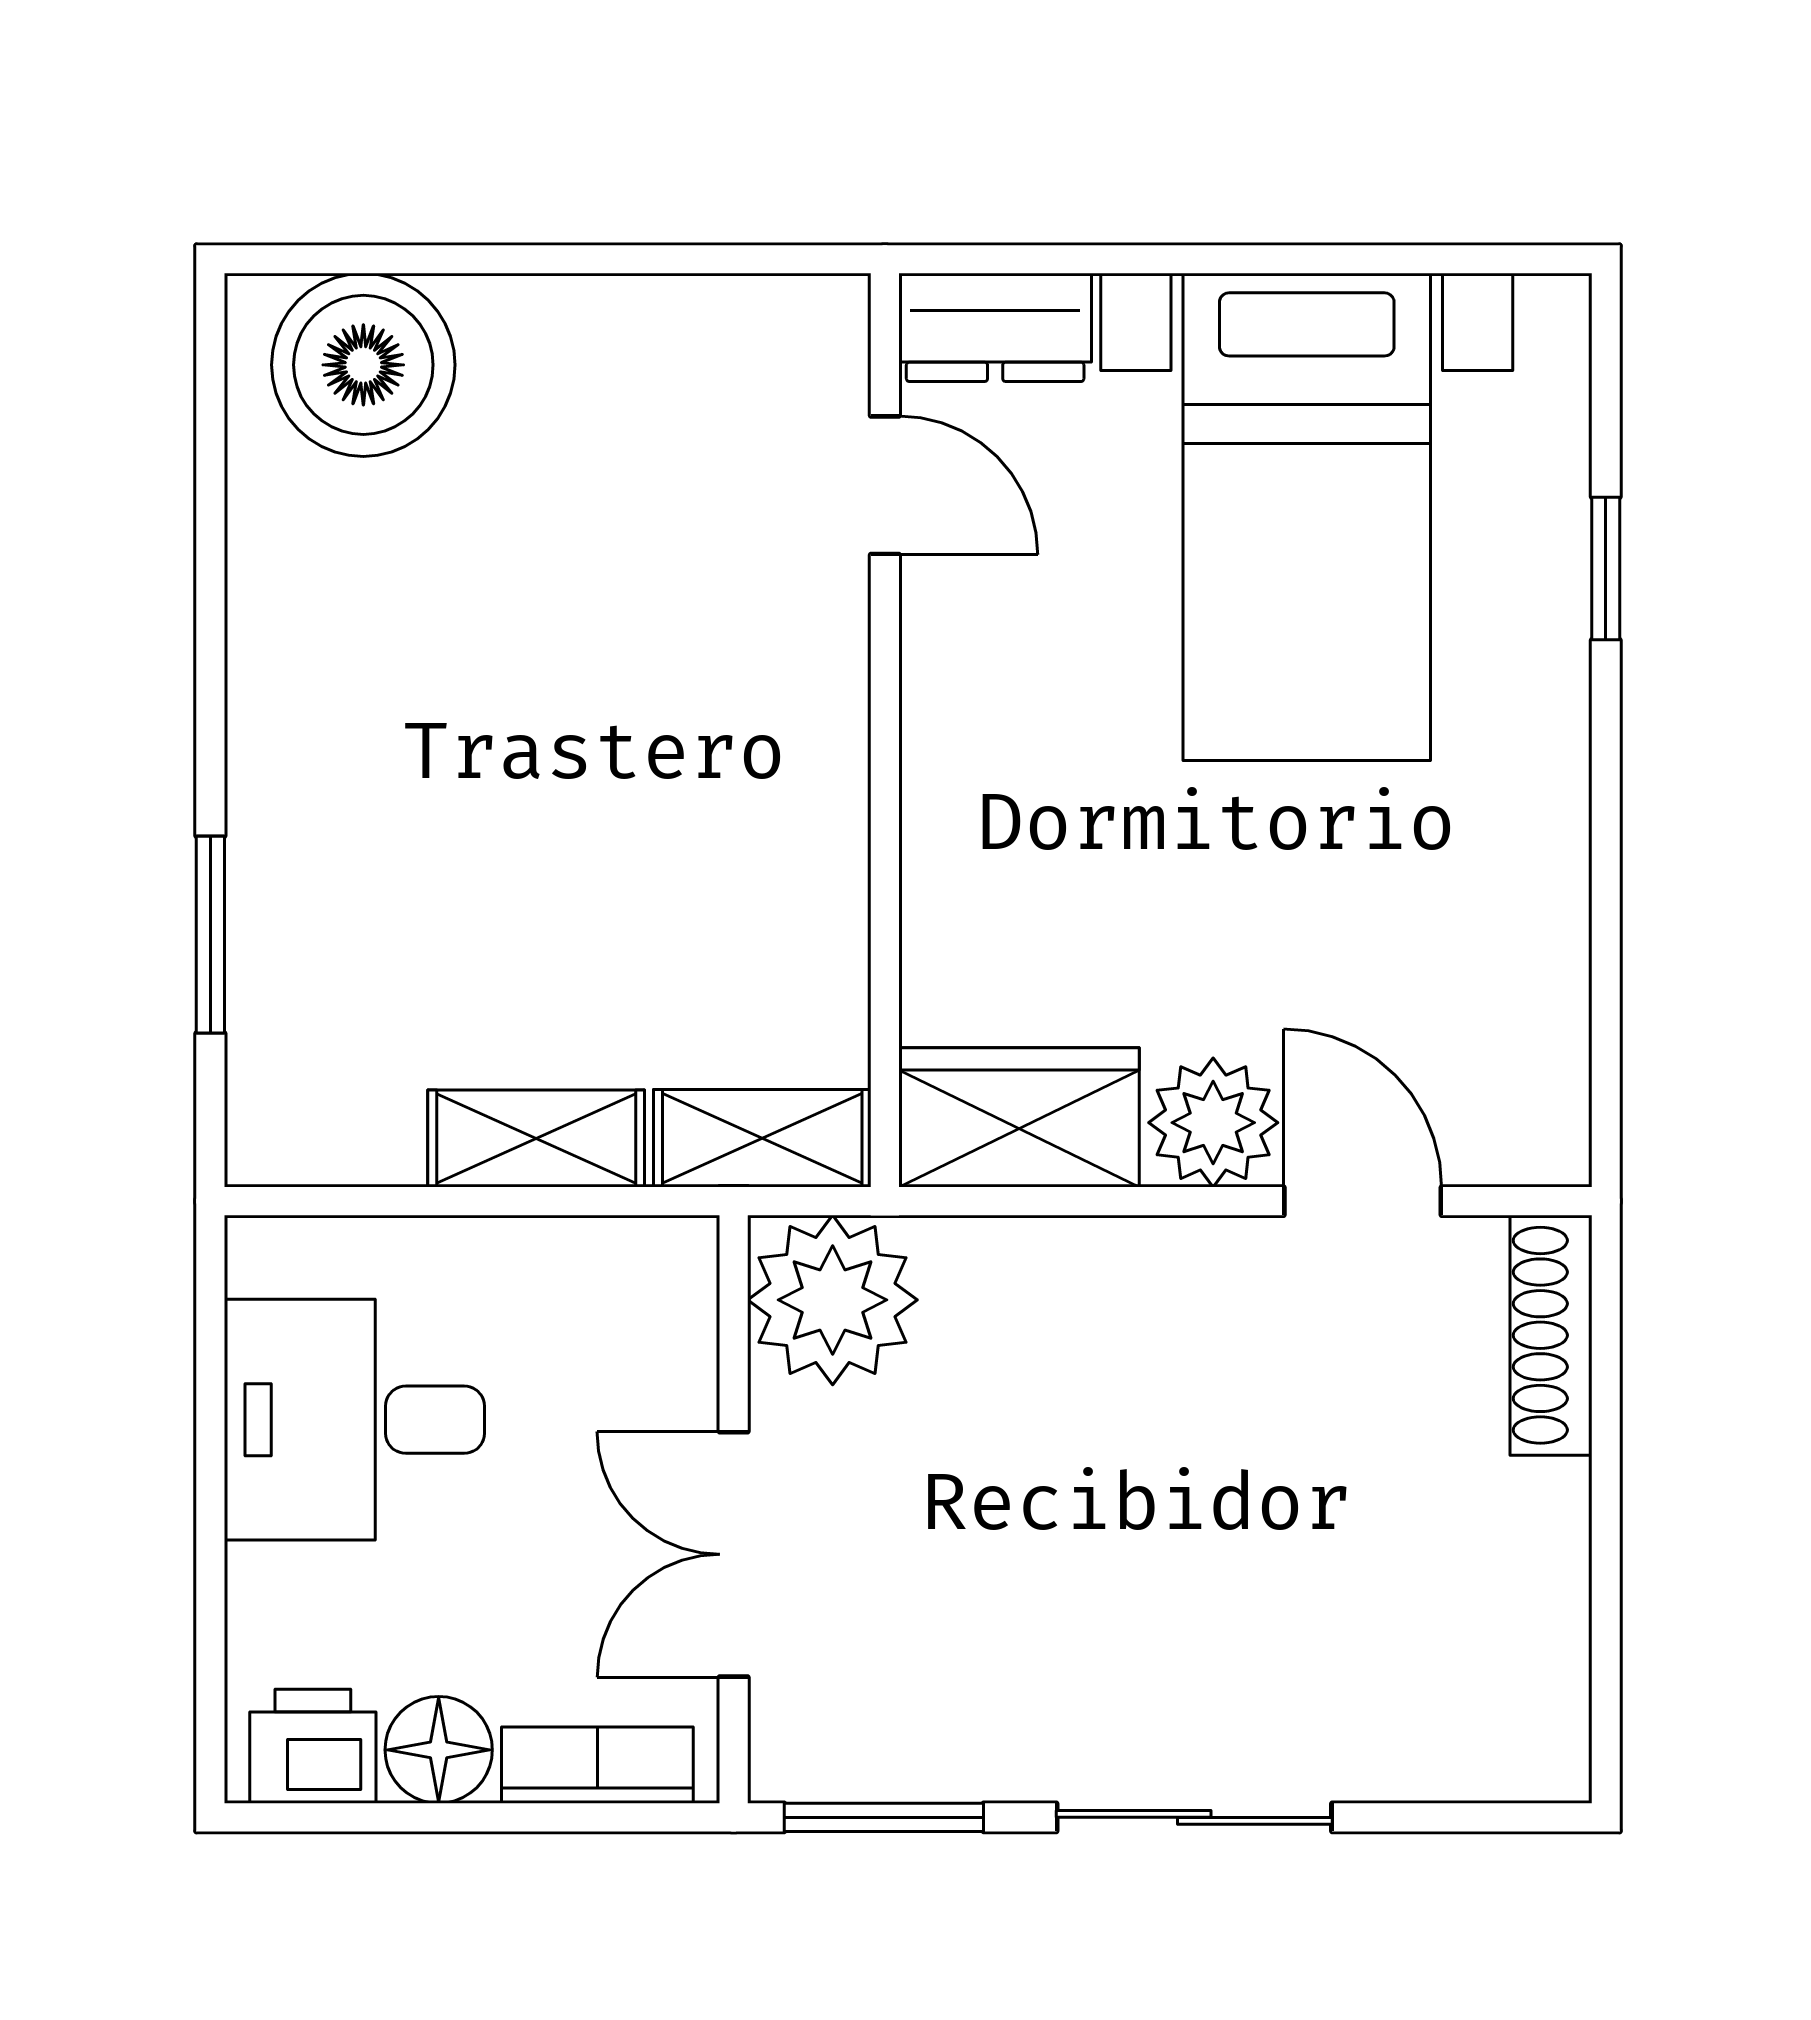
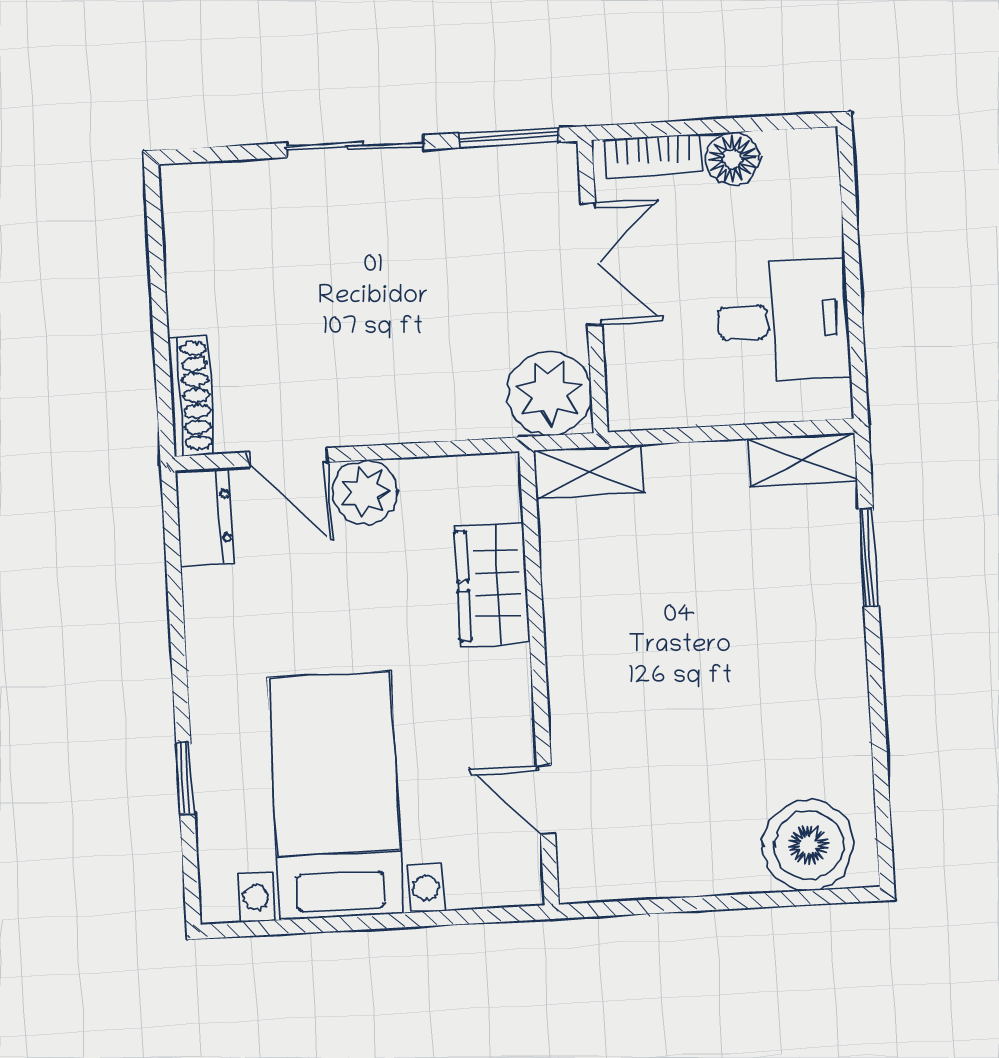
dresser: (995, 327) -> (205, 517), moved, turned 90
wardrobe: (1019, 1117) -> (492, 584), moved, turned 90
shelving: (536, 1138) -> (802, 460), moved
printer: (313, 1746) -> (795, 157), removed

